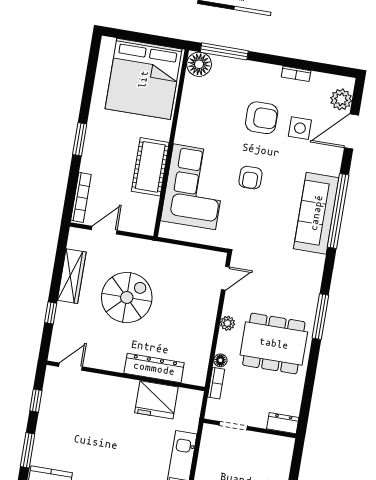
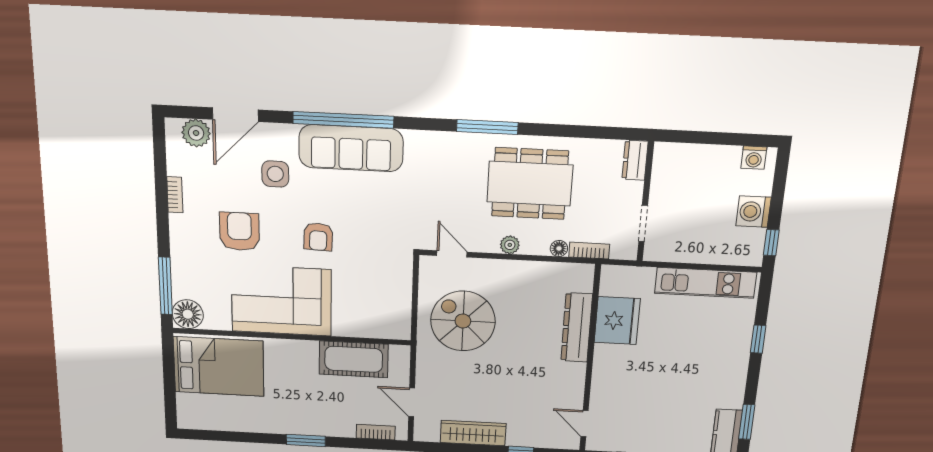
bed: (143, 79) -> (219, 366), width x0.73
side table: (300, 128) -> (275, 174), moved
door: (351, 131) -> (235, 115), hinge flipped
cot: (150, 167) -> (354, 359), moved
armchair: (250, 178) -> (318, 237), turned 92
corner sofa: (194, 187) -> (281, 301), moved
bookcase: (81, 197) -> (376, 432), width x0.64
spiral stairs: (127, 297) -> (463, 321), moved
dining table: (274, 343) -> (530, 184), turned 90

